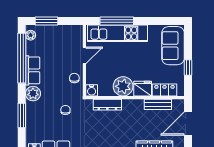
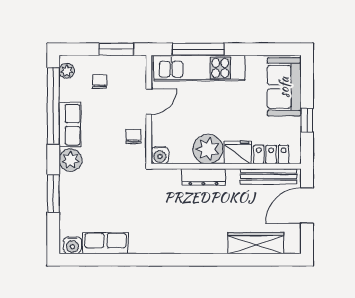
window: (46, 21) -> (116, 49), moved
bench: (158, 104) -> (269, 177), width x1.36
dresser: (107, 105) -> (203, 177), moved
chair: (65, 110) -> (100, 82), moved

